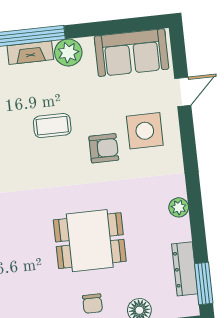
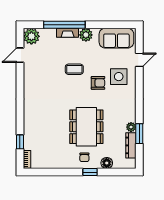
plant: (179, 207) -> (131, 127), moved
dining table: (90, 241) -> (86, 127), width x1.38
window: (204, 283) -> (139, 134), moved

